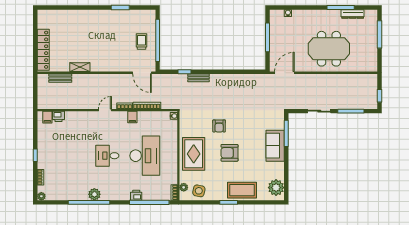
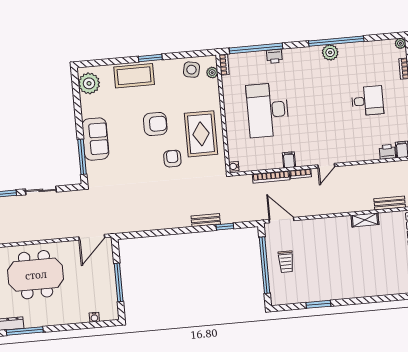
rug: (194, 154) -> (201, 134), moved
desk: (107, 156) -> (367, 101), moved

